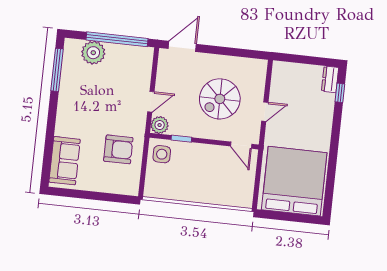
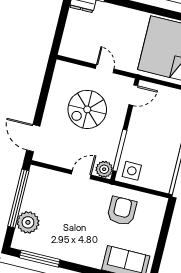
spiral stairs: (220, 99) -> (87, 109), turned 90
door: (151, 102) -> (81, 175), hinge flipped
window: (181, 139) -> (120, 150), width x2.17

